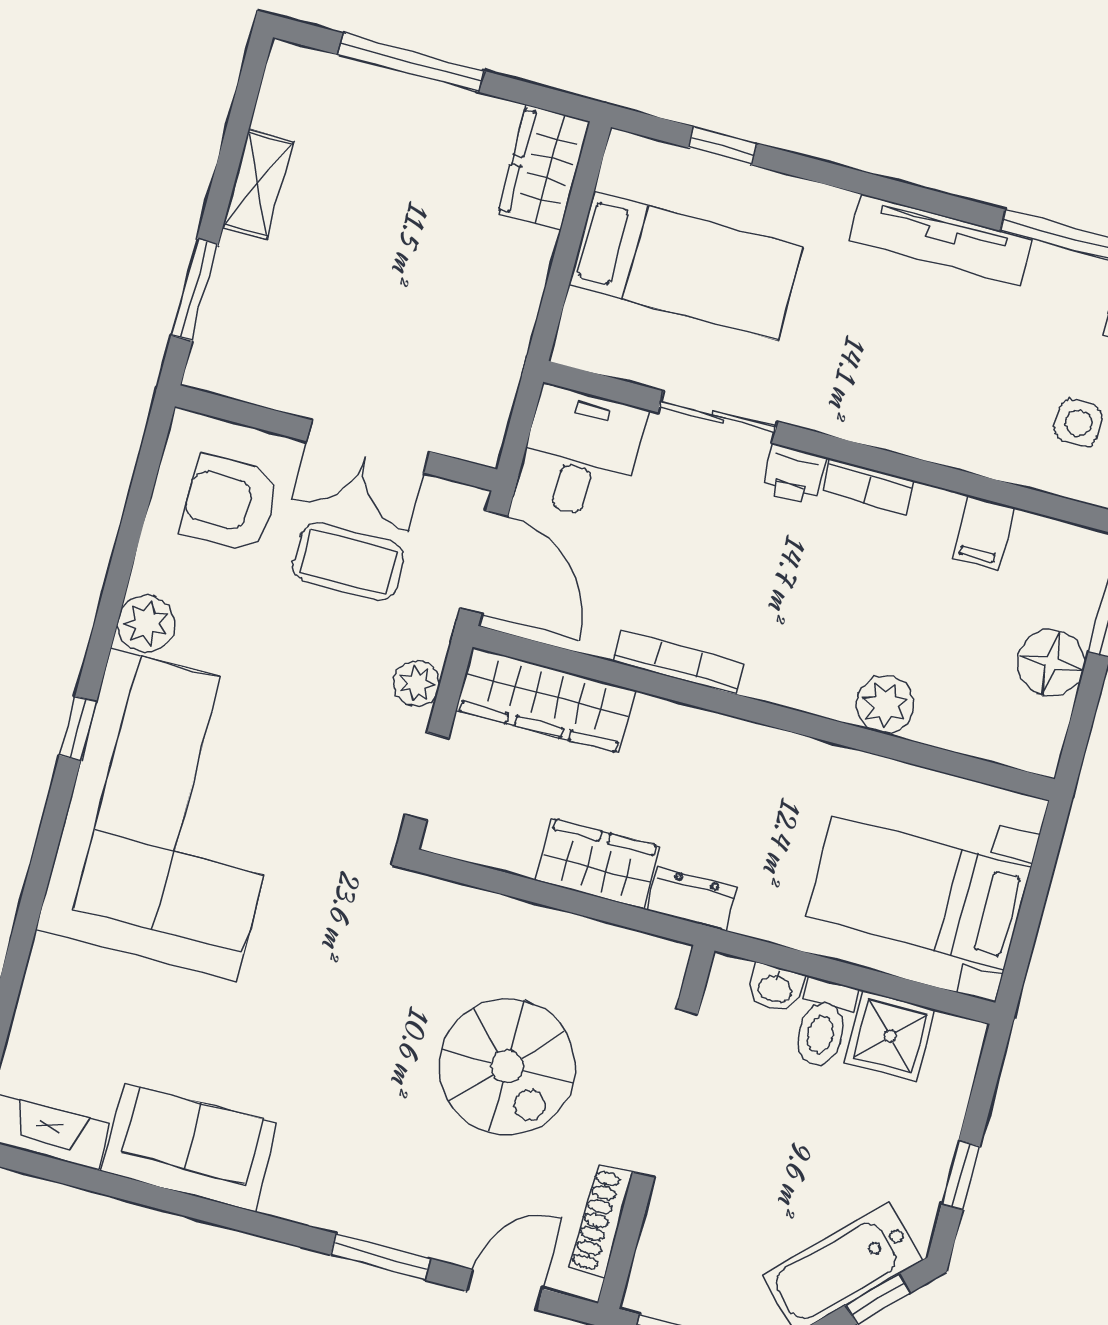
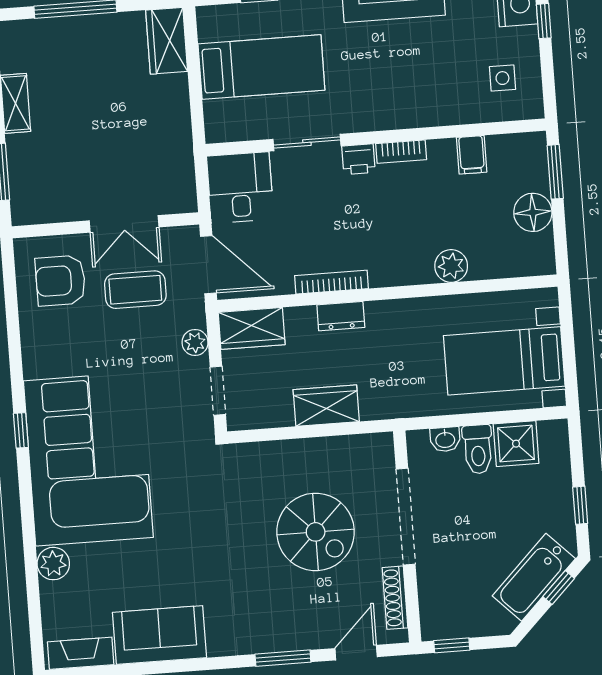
plant: (146, 624) -> (53, 564), moved
wardrobe: (546, 700) -> (252, 328), width x0.67
dresser: (692, 899) -> (341, 316), moved, turned 180

